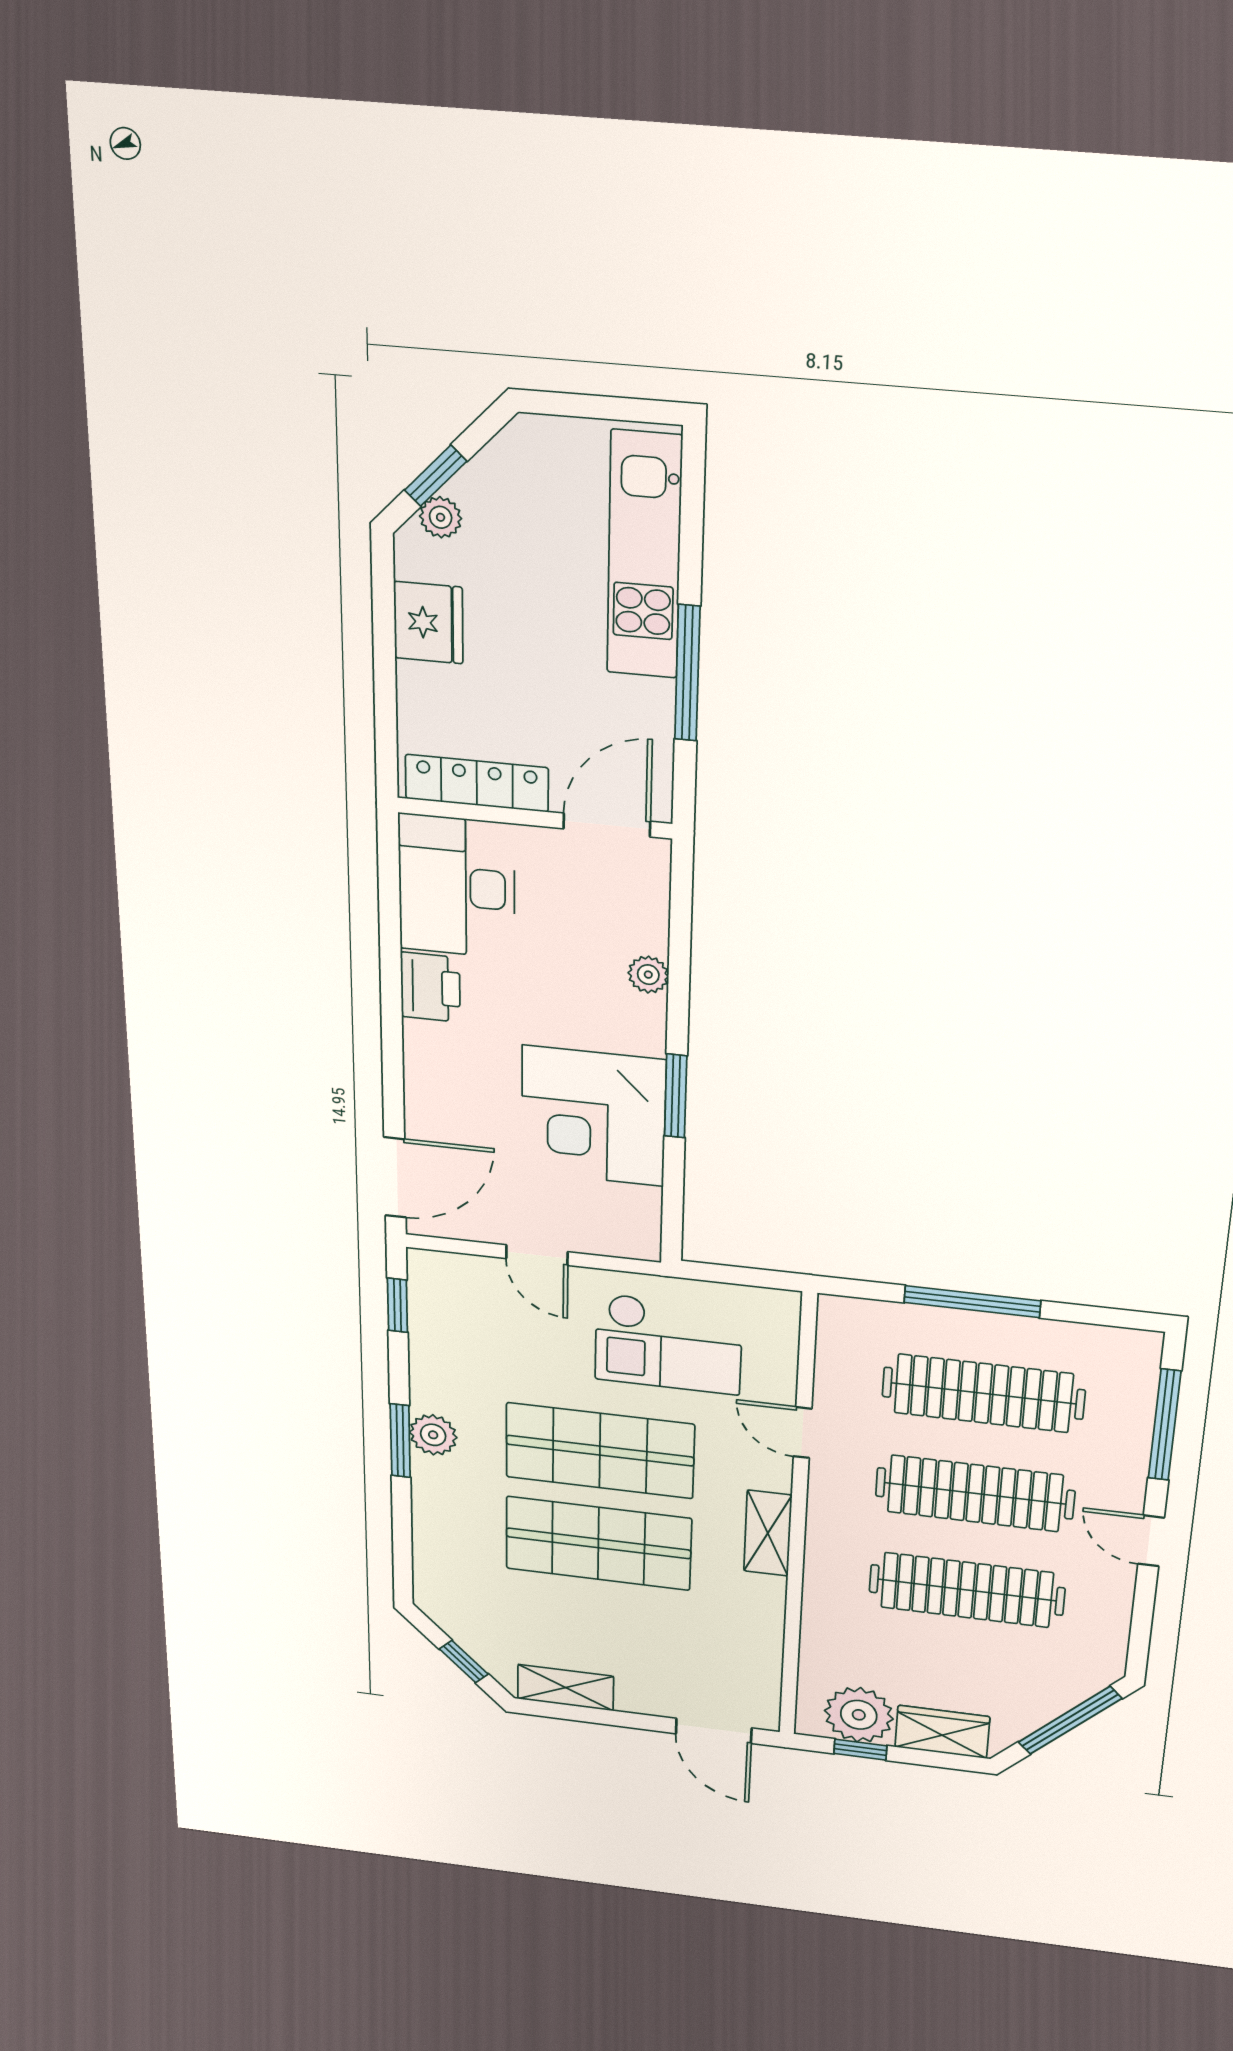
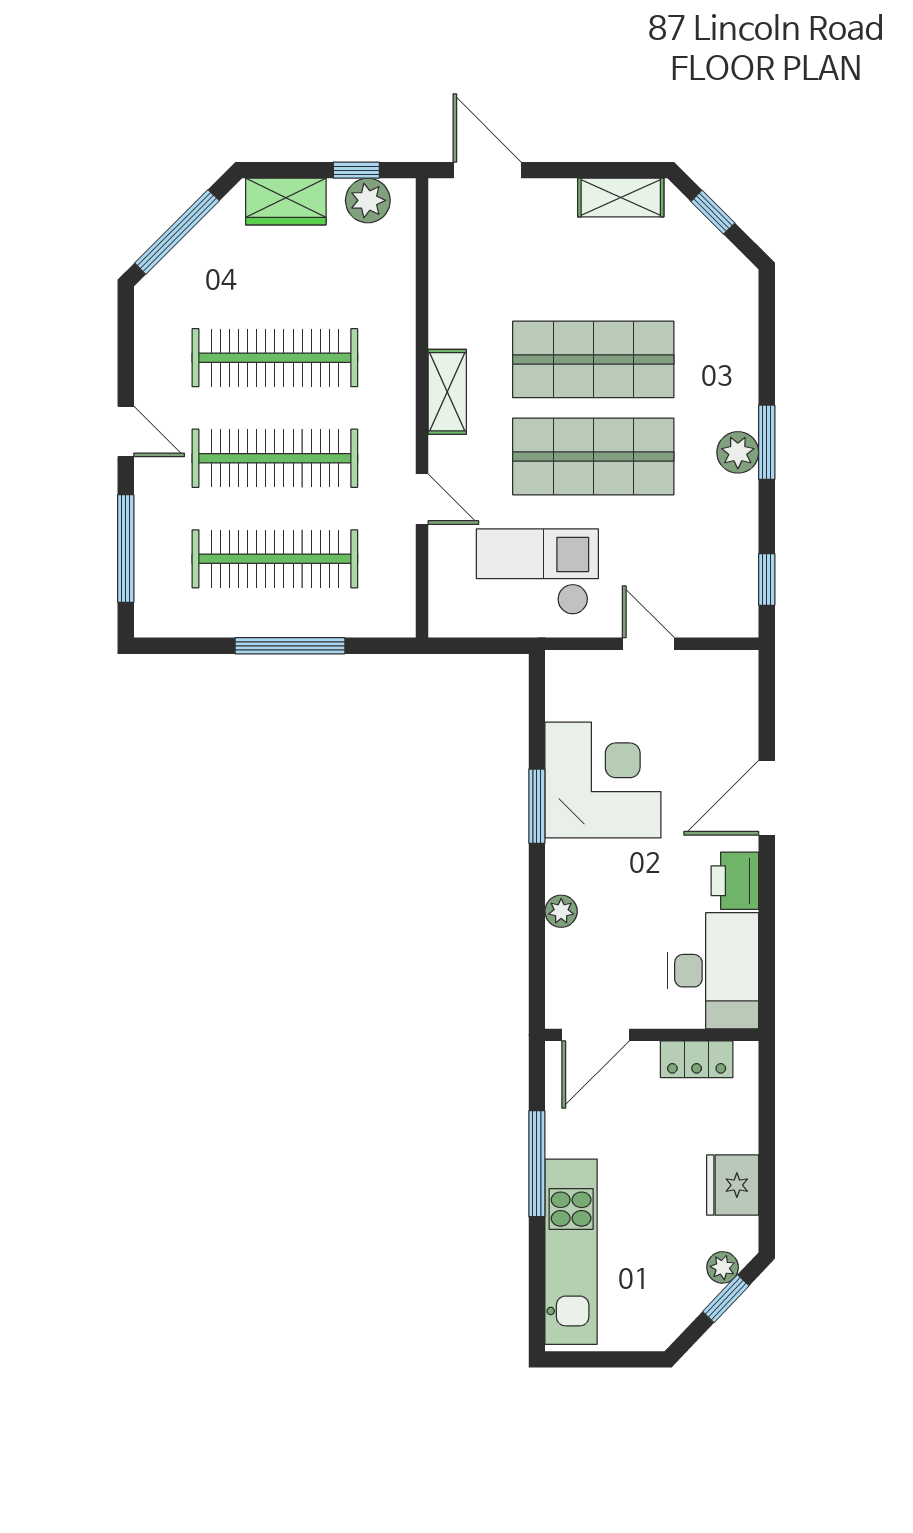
locker: (477, 783) -> (697, 1059), width x0.66
door: (395, 1177) -> (767, 798), moved
plant: (859, 1715) -> (368, 200), width x0.73, depth x0.73

